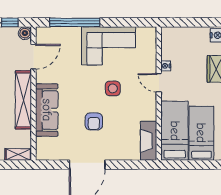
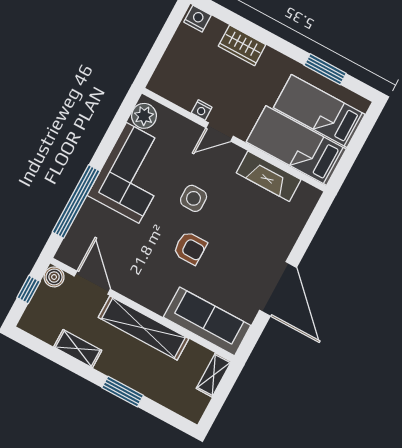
plant: (145, 35) -> (144, 116), added
sofa: (47, 110) -> (207, 321), moved
armchair: (94, 121) -> (190, 248), moved
fireplace: (149, 141) -> (269, 176), moved

